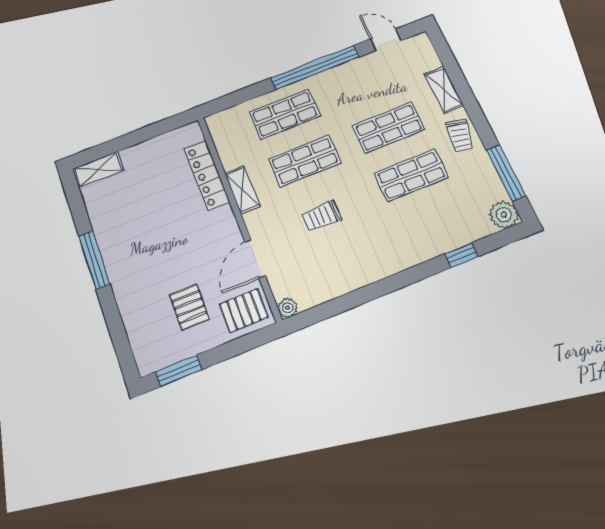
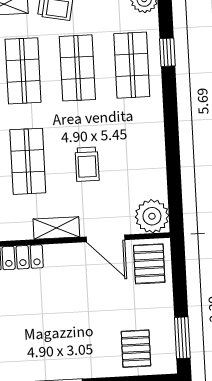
shelving: (242, 190) -> (56, 228), moved
shop shelf: (435, 225) -> (132, 65), added
pallet: (189, 307) -> (136, 349), moved, turned 90
plant: (288, 308) -> (152, 216), width x1.88, depth x1.88

